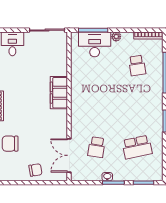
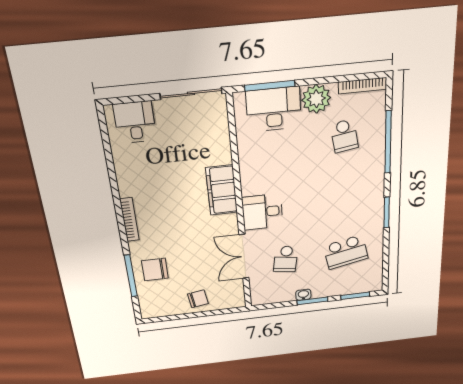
plant: (116, 37) -> (316, 99), width x1.88, depth x1.88
desk: (83, 111) -> (262, 212), added
double door: (69, 155) -> (244, 256), moved

